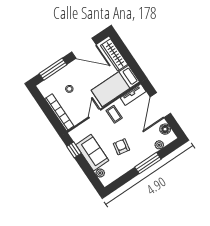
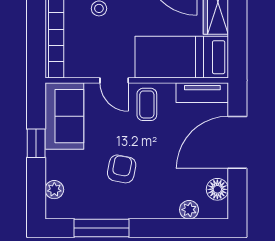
door: (95, 113) -> (114, 80), swing flipped
window: (74, 150) -> (36, 143), moved
sofa: (92, 153) -> (64, 116), moved
window: (148, 163) -> (101, 228), moved

